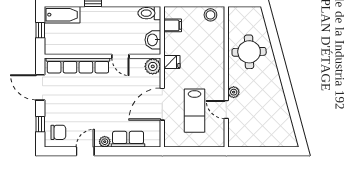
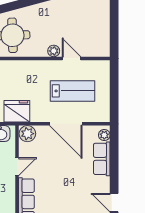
fridge: (172, 62) -> (17, 111), width x1.88, depth x1.34
door: (226, 110) -> (71, 58), swing flipped
plant: (105, 142) -> (104, 135), moved

